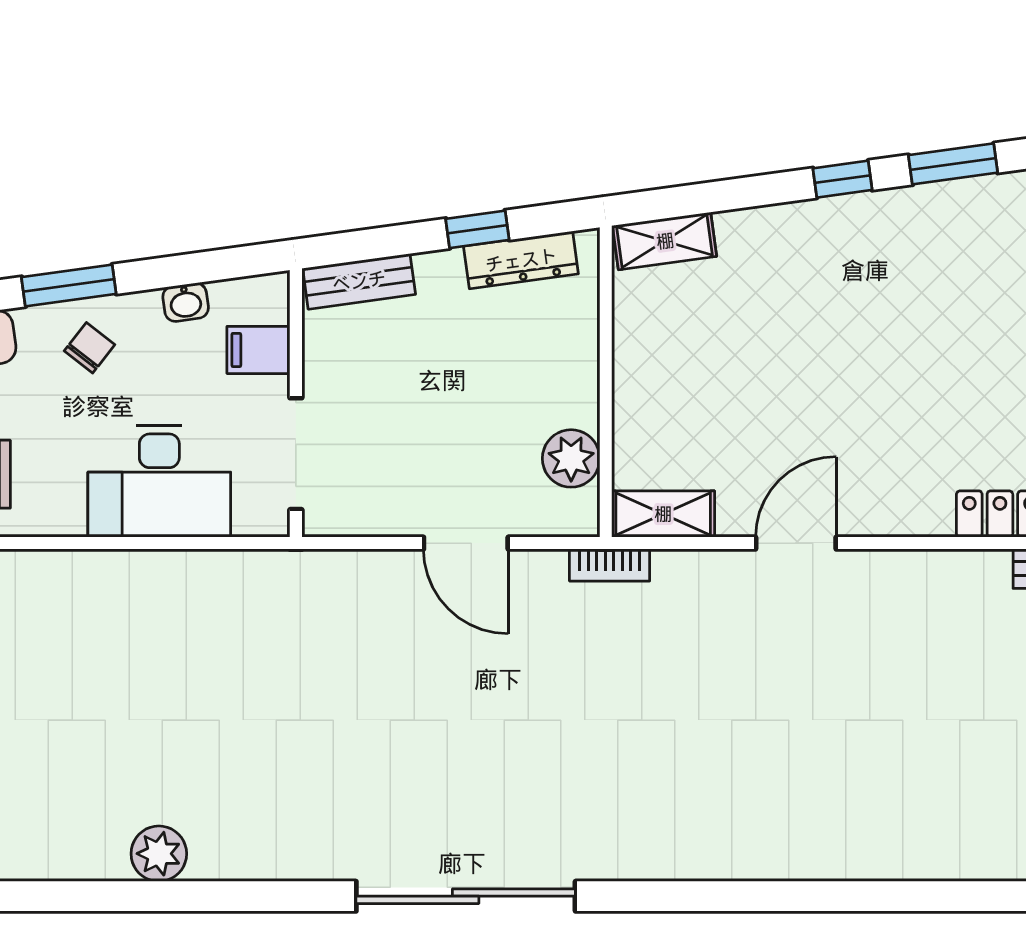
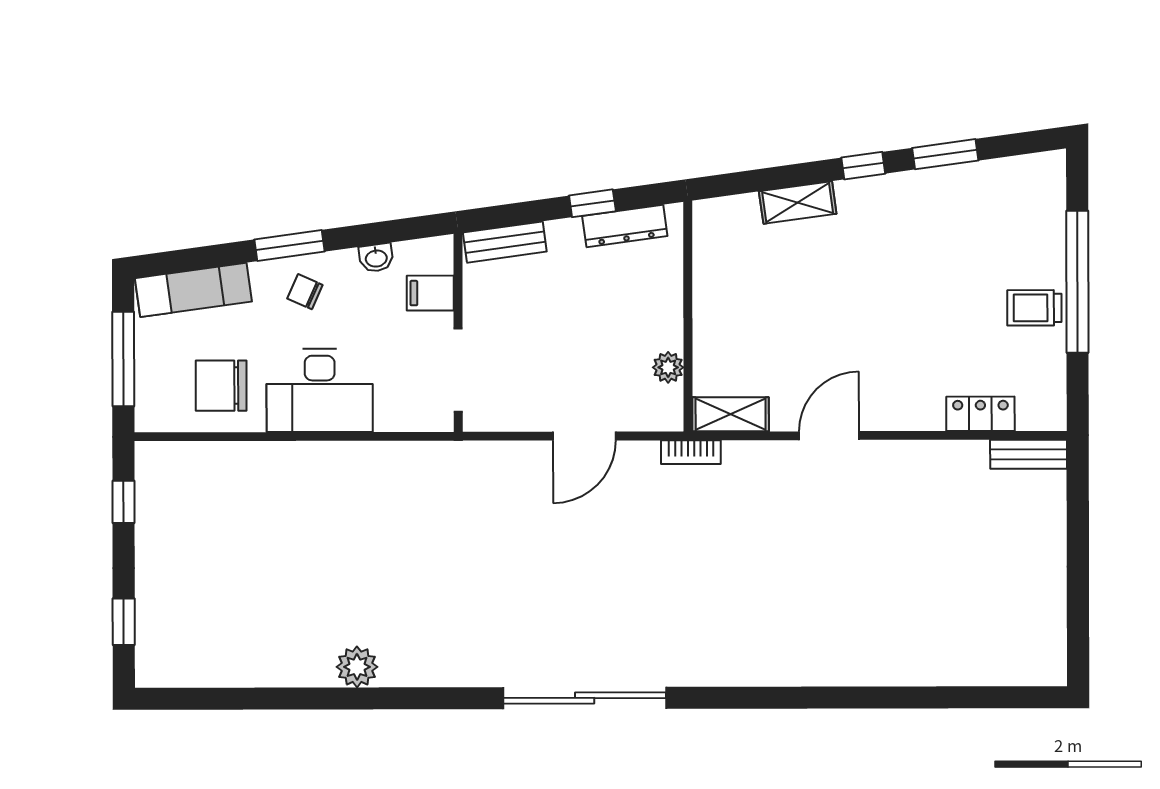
shelving: (665, 241) -> (798, 202), moved
chair: (90, 348) -> (305, 292), turned -104
plant: (571, 458) -> (668, 367), width x0.73, depth x0.73
desk: (159, 481) -> (320, 391), moved
door: (466, 543) -> (584, 436), hinge flipped

